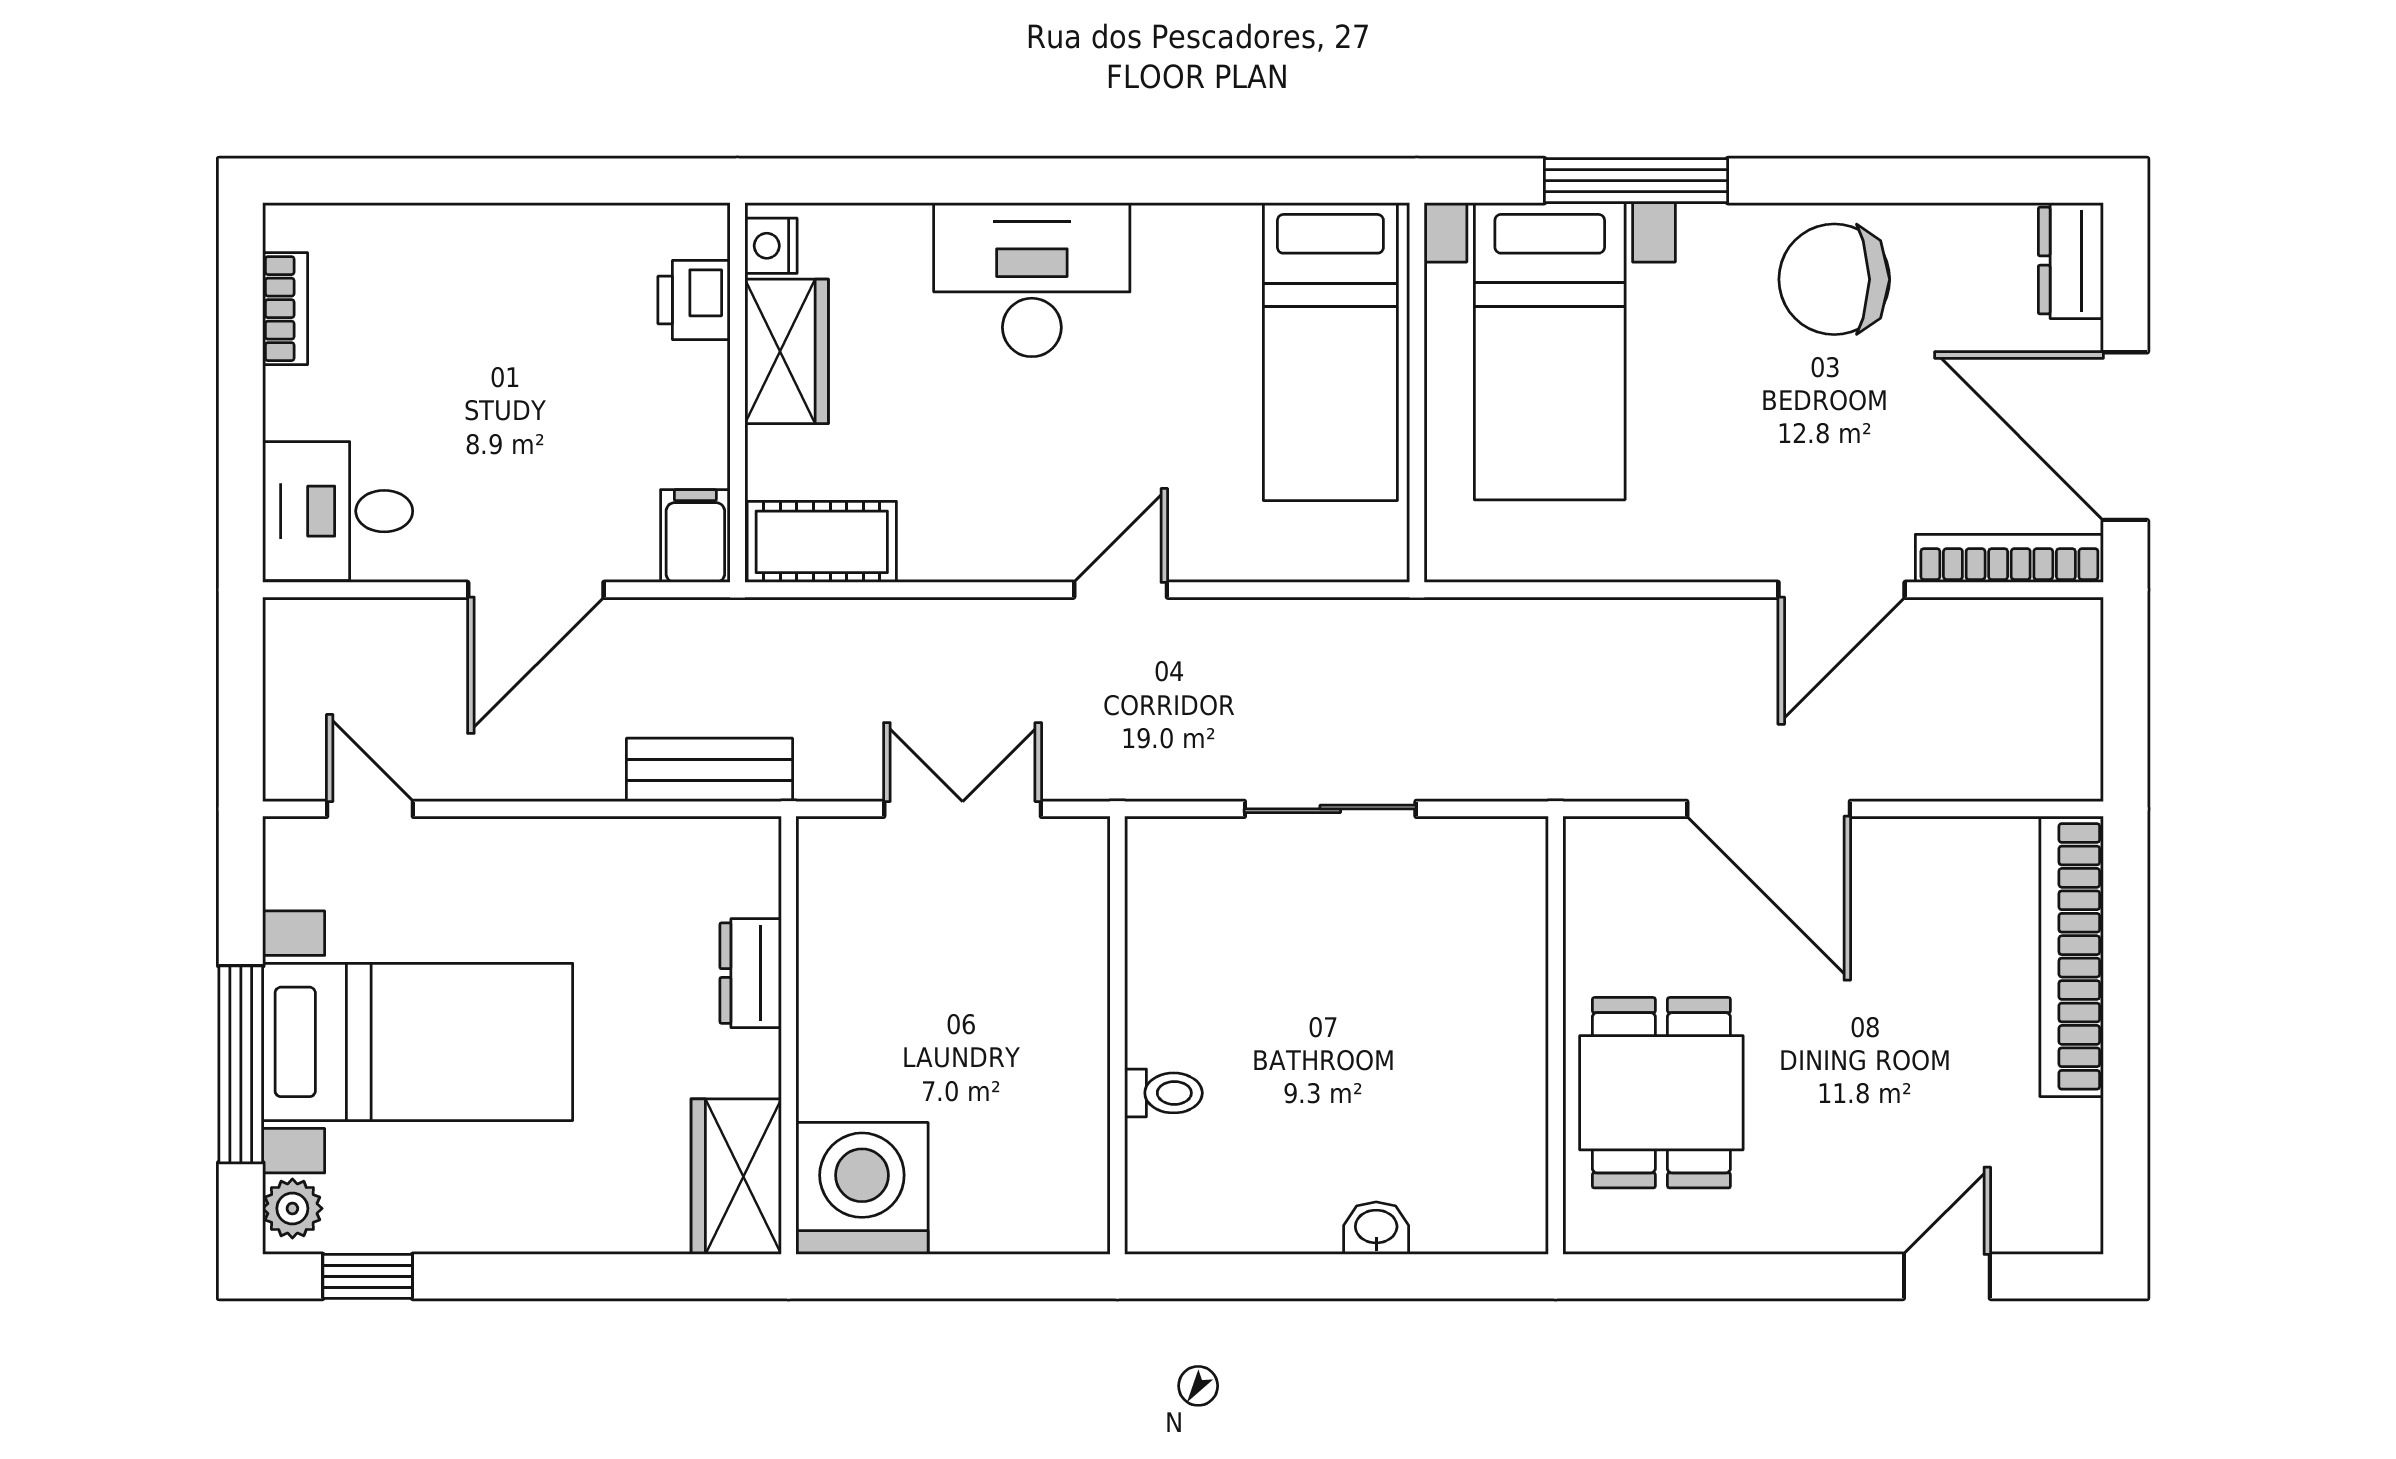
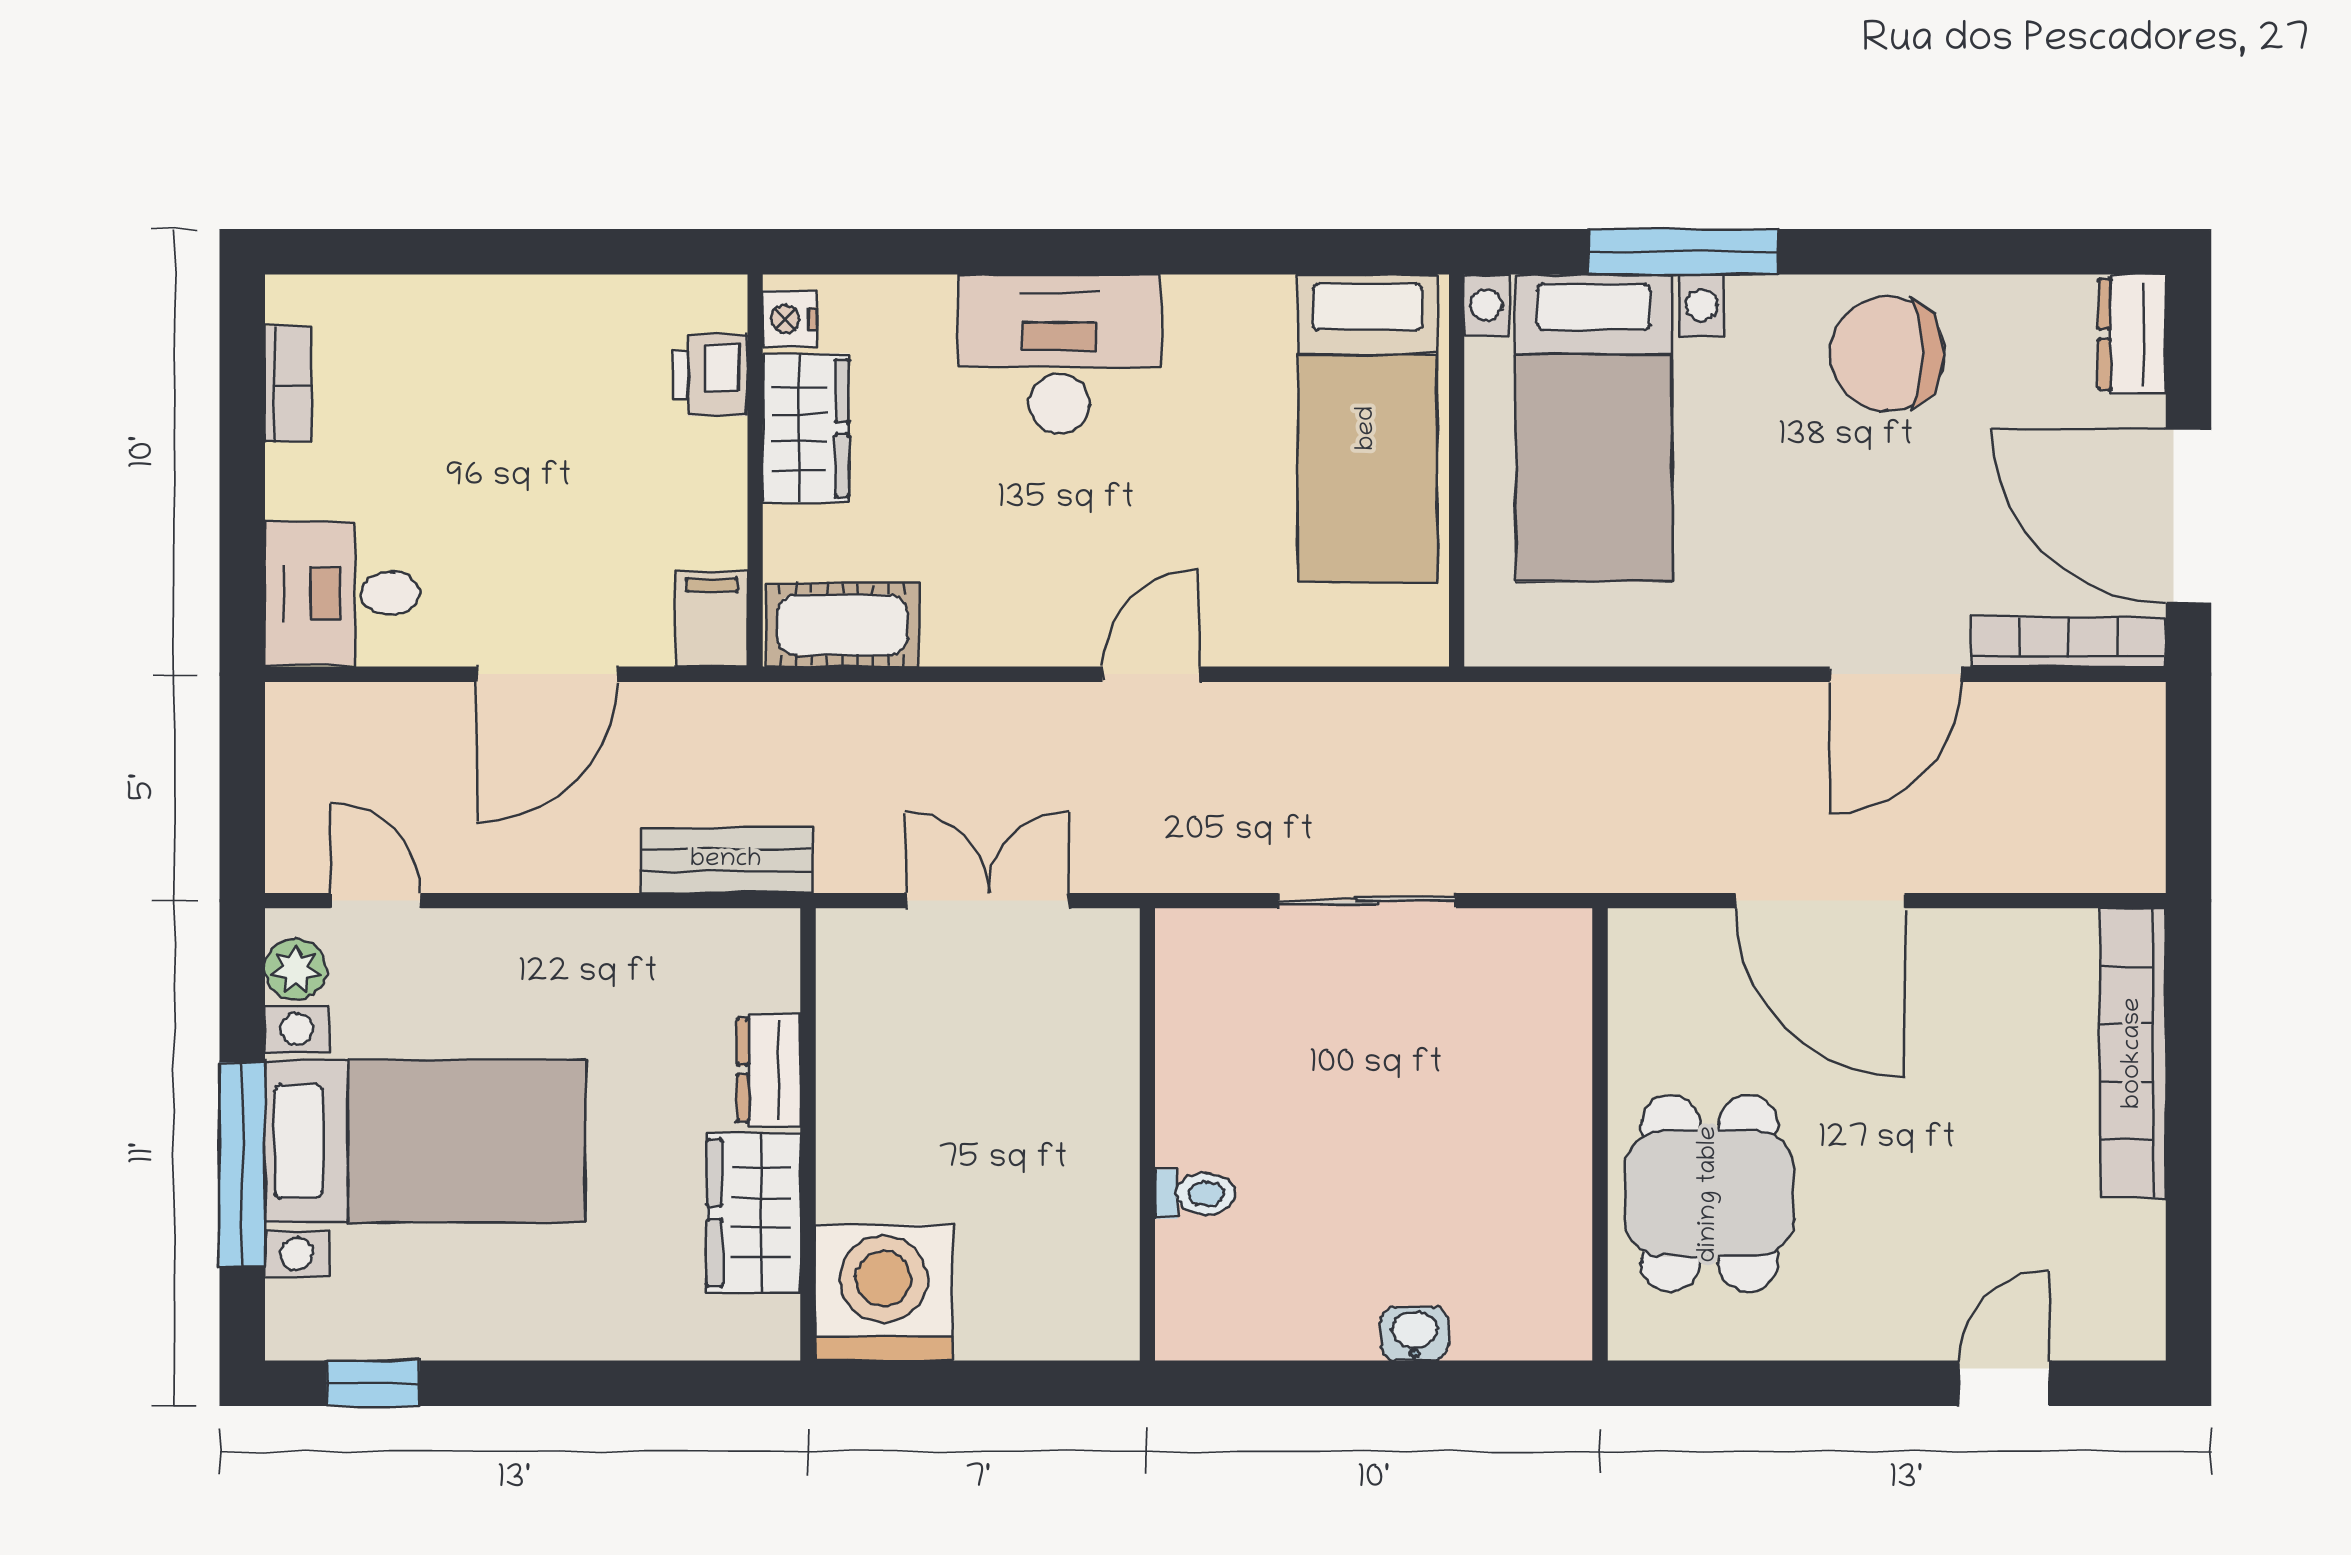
wardrobe: (736, 1177) -> (754, 1213), moved
plant: (292, 1208) -> (296, 969), moved

